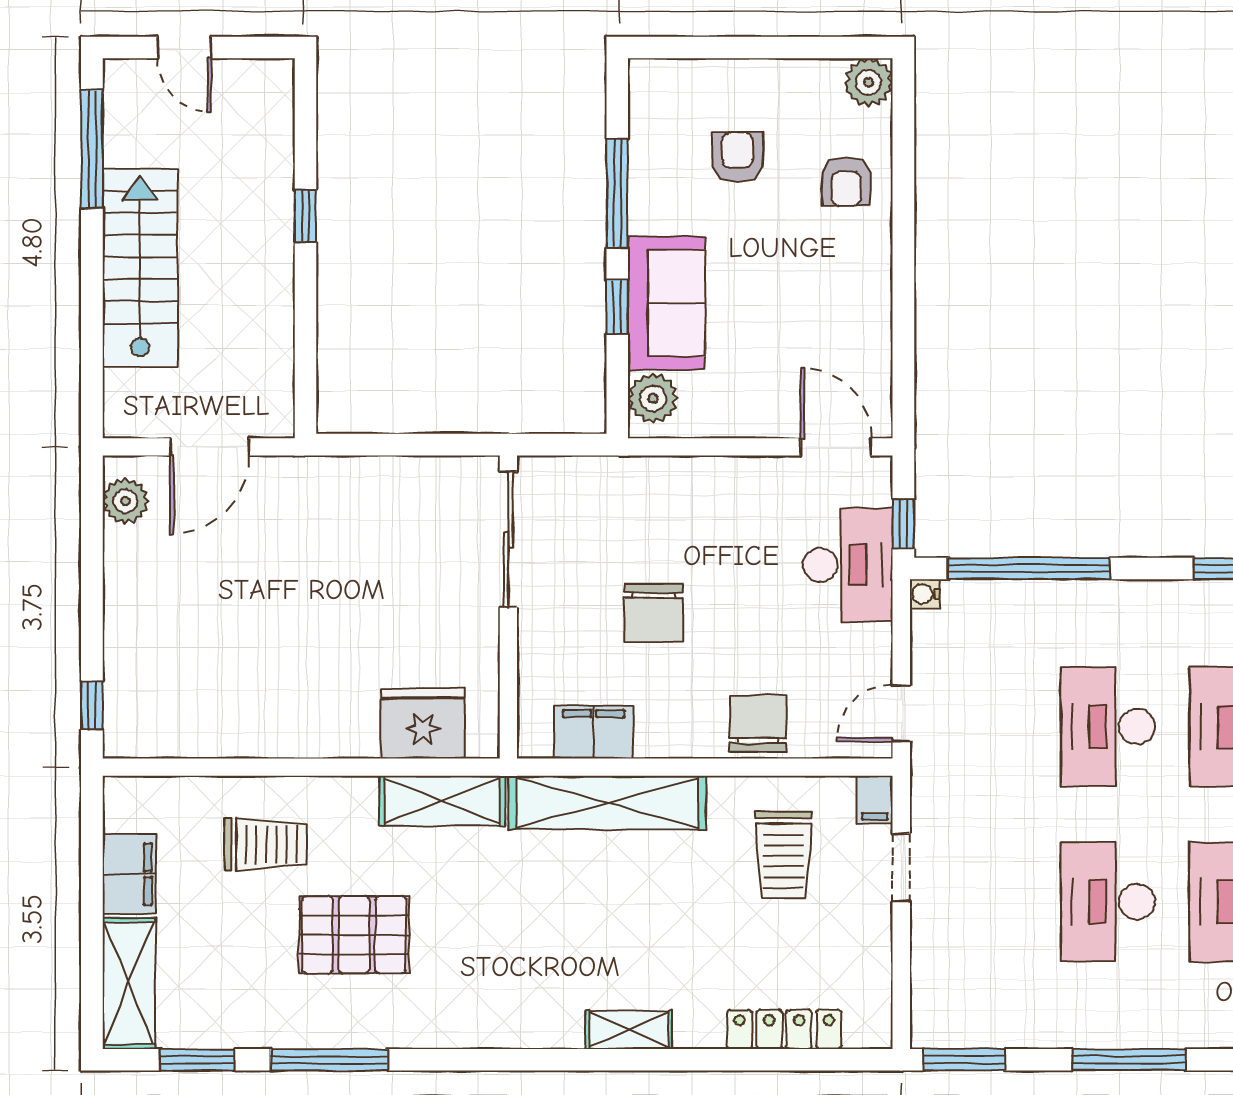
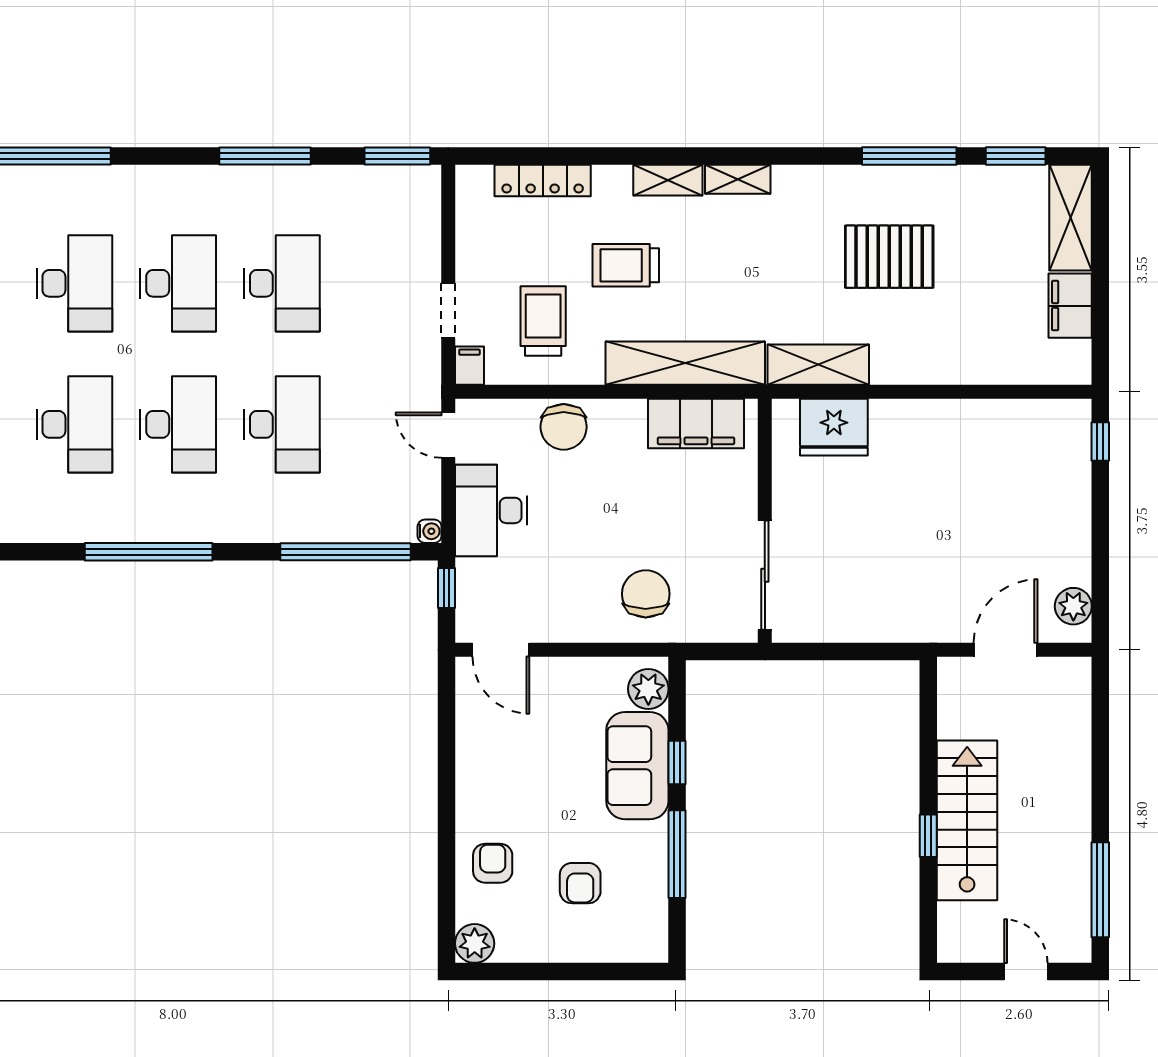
stairs: (140, 268) -> (967, 820), moved, turned 180
desk: (848, 565) -> (491, 510), moved
chair: (654, 613) -> (646, 594), moved
door: (901, 713) -> (448, 435), swing flipped
filing cabinet: (594, 732) -> (696, 423), width x1.50, depth x1.17
trolley: (266, 845) -> (626, 265), moved
shelving: (542, 1031) -> (738, 179), added

